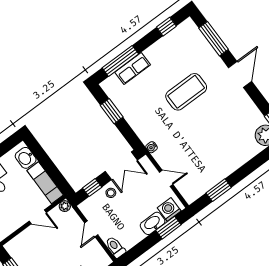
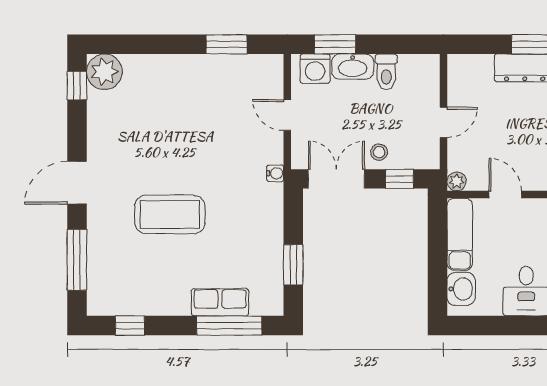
toilet: (115, 247) -> (386, 72), moved

